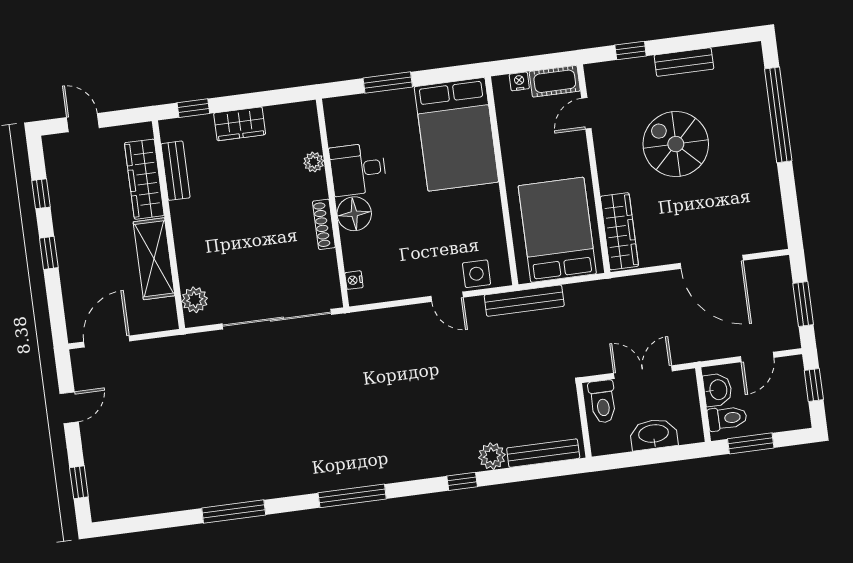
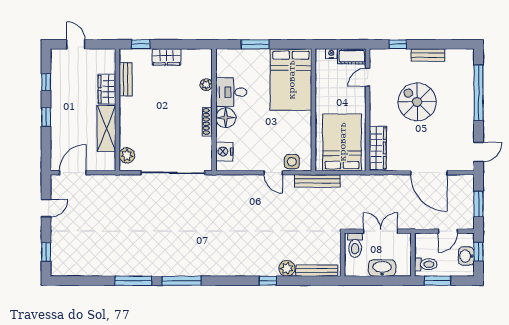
wardrobe: (144, 179) -> (107, 89), width x0.67
door: (791, 215) -> (478, 152), added
nightstand: (354, 280) -> (224, 152), width x1.89, depth x1.79
washbasin: (718, 390) -> (466, 256), moved, turned 180
window: (352, 496) -> (182, 281), moved

